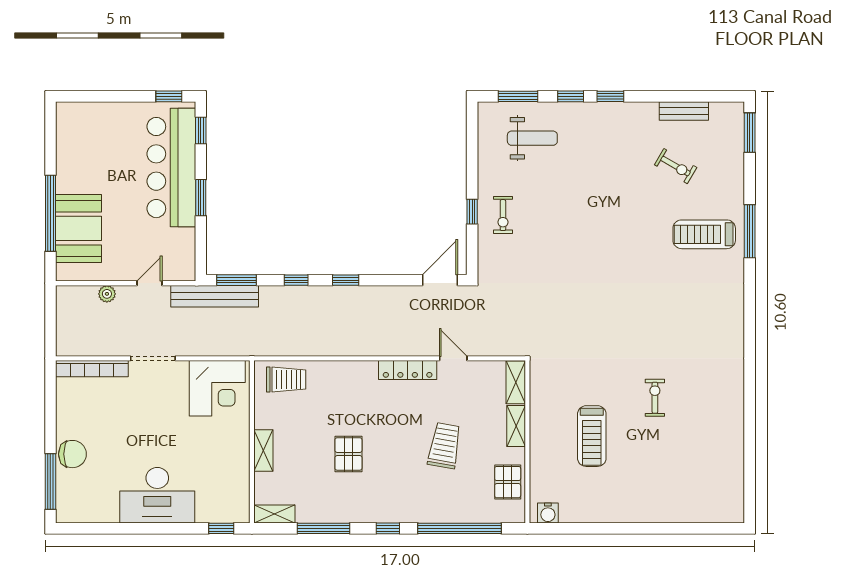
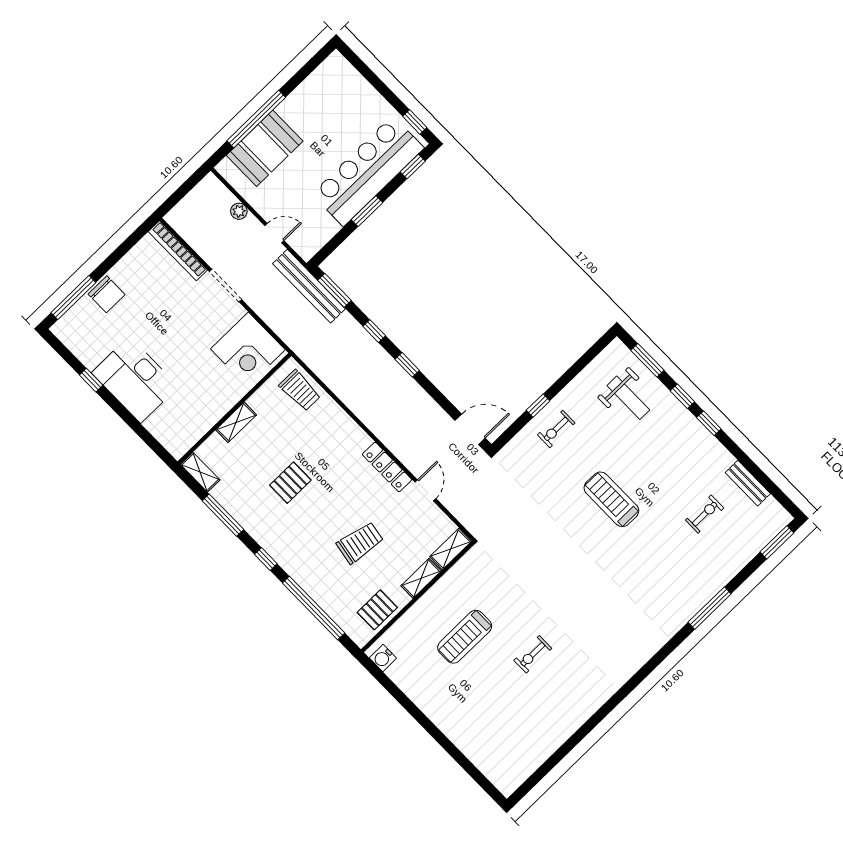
exercise bike: (676, 166) -> (705, 514), turned -120
treadmill: (704, 234) -> (611, 499), moved
exercise bike: (655, 398) -> (533, 654), turned 180
window: (221, 528) -> (91, 380), moved

